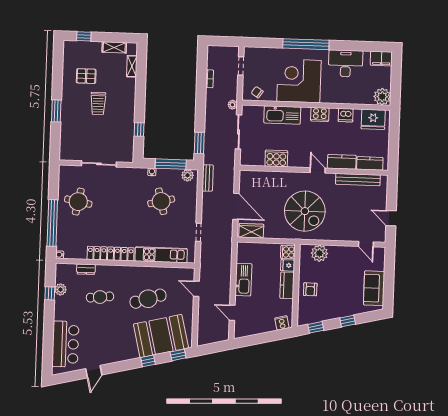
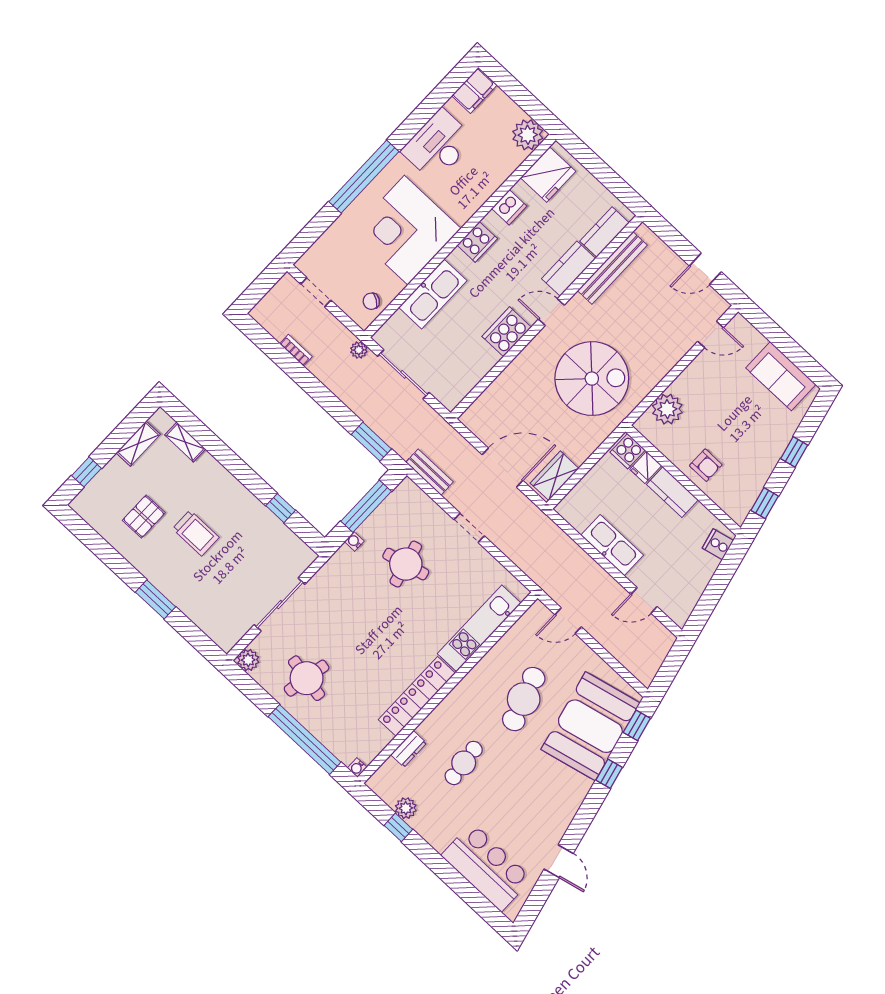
cooker: (276, 158) -> (507, 332), moved
plant: (188, 175) -> (248, 660), moved
doorway: (198, 232) -> (469, 528), moved

